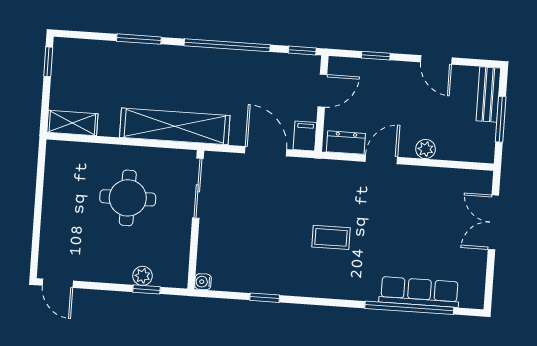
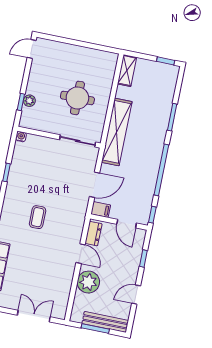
bench: (488, 94) -> (105, 322), width x1.36
plant: (426, 149) -> (88, 282), width x1.88, depth x1.88

